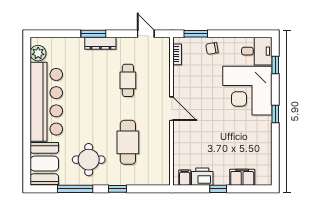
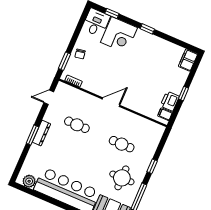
corner desk: (247, 91) -> (119, 35), width x0.74, depth x0.74
cafe table: (128, 142) -> (122, 144), width x0.73, depth x0.74
filing cabinet: (242, 177) -> (188, 60), moved

